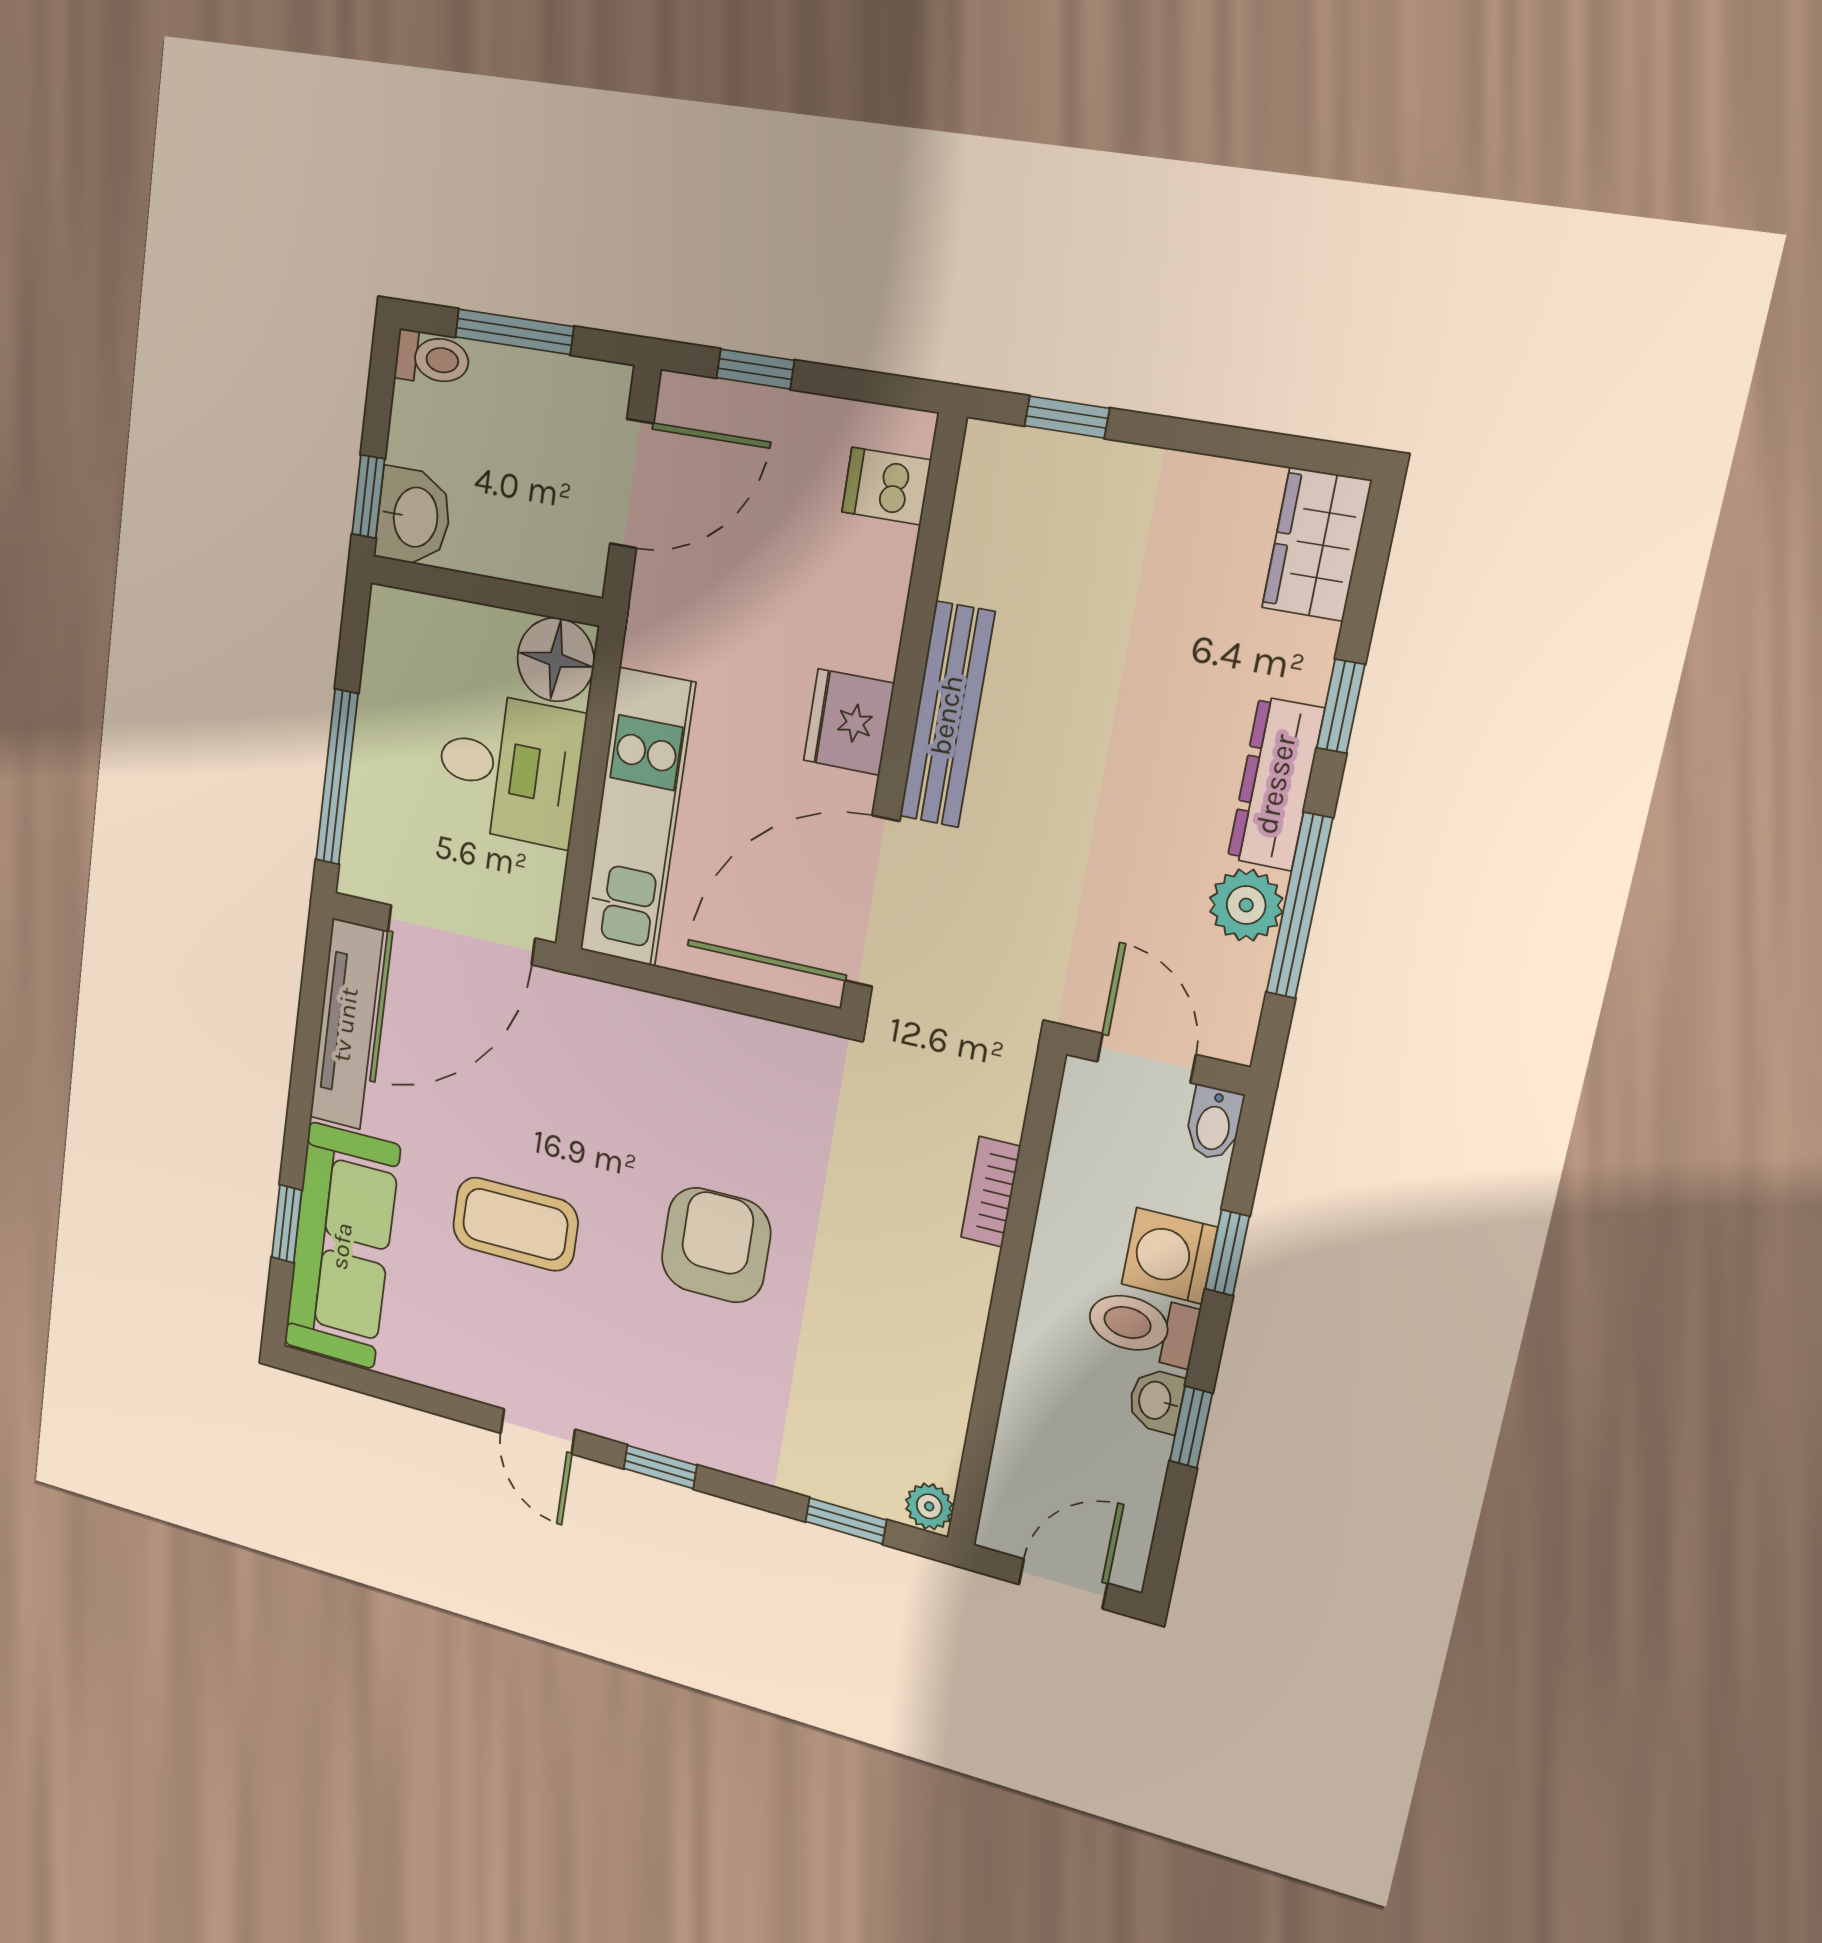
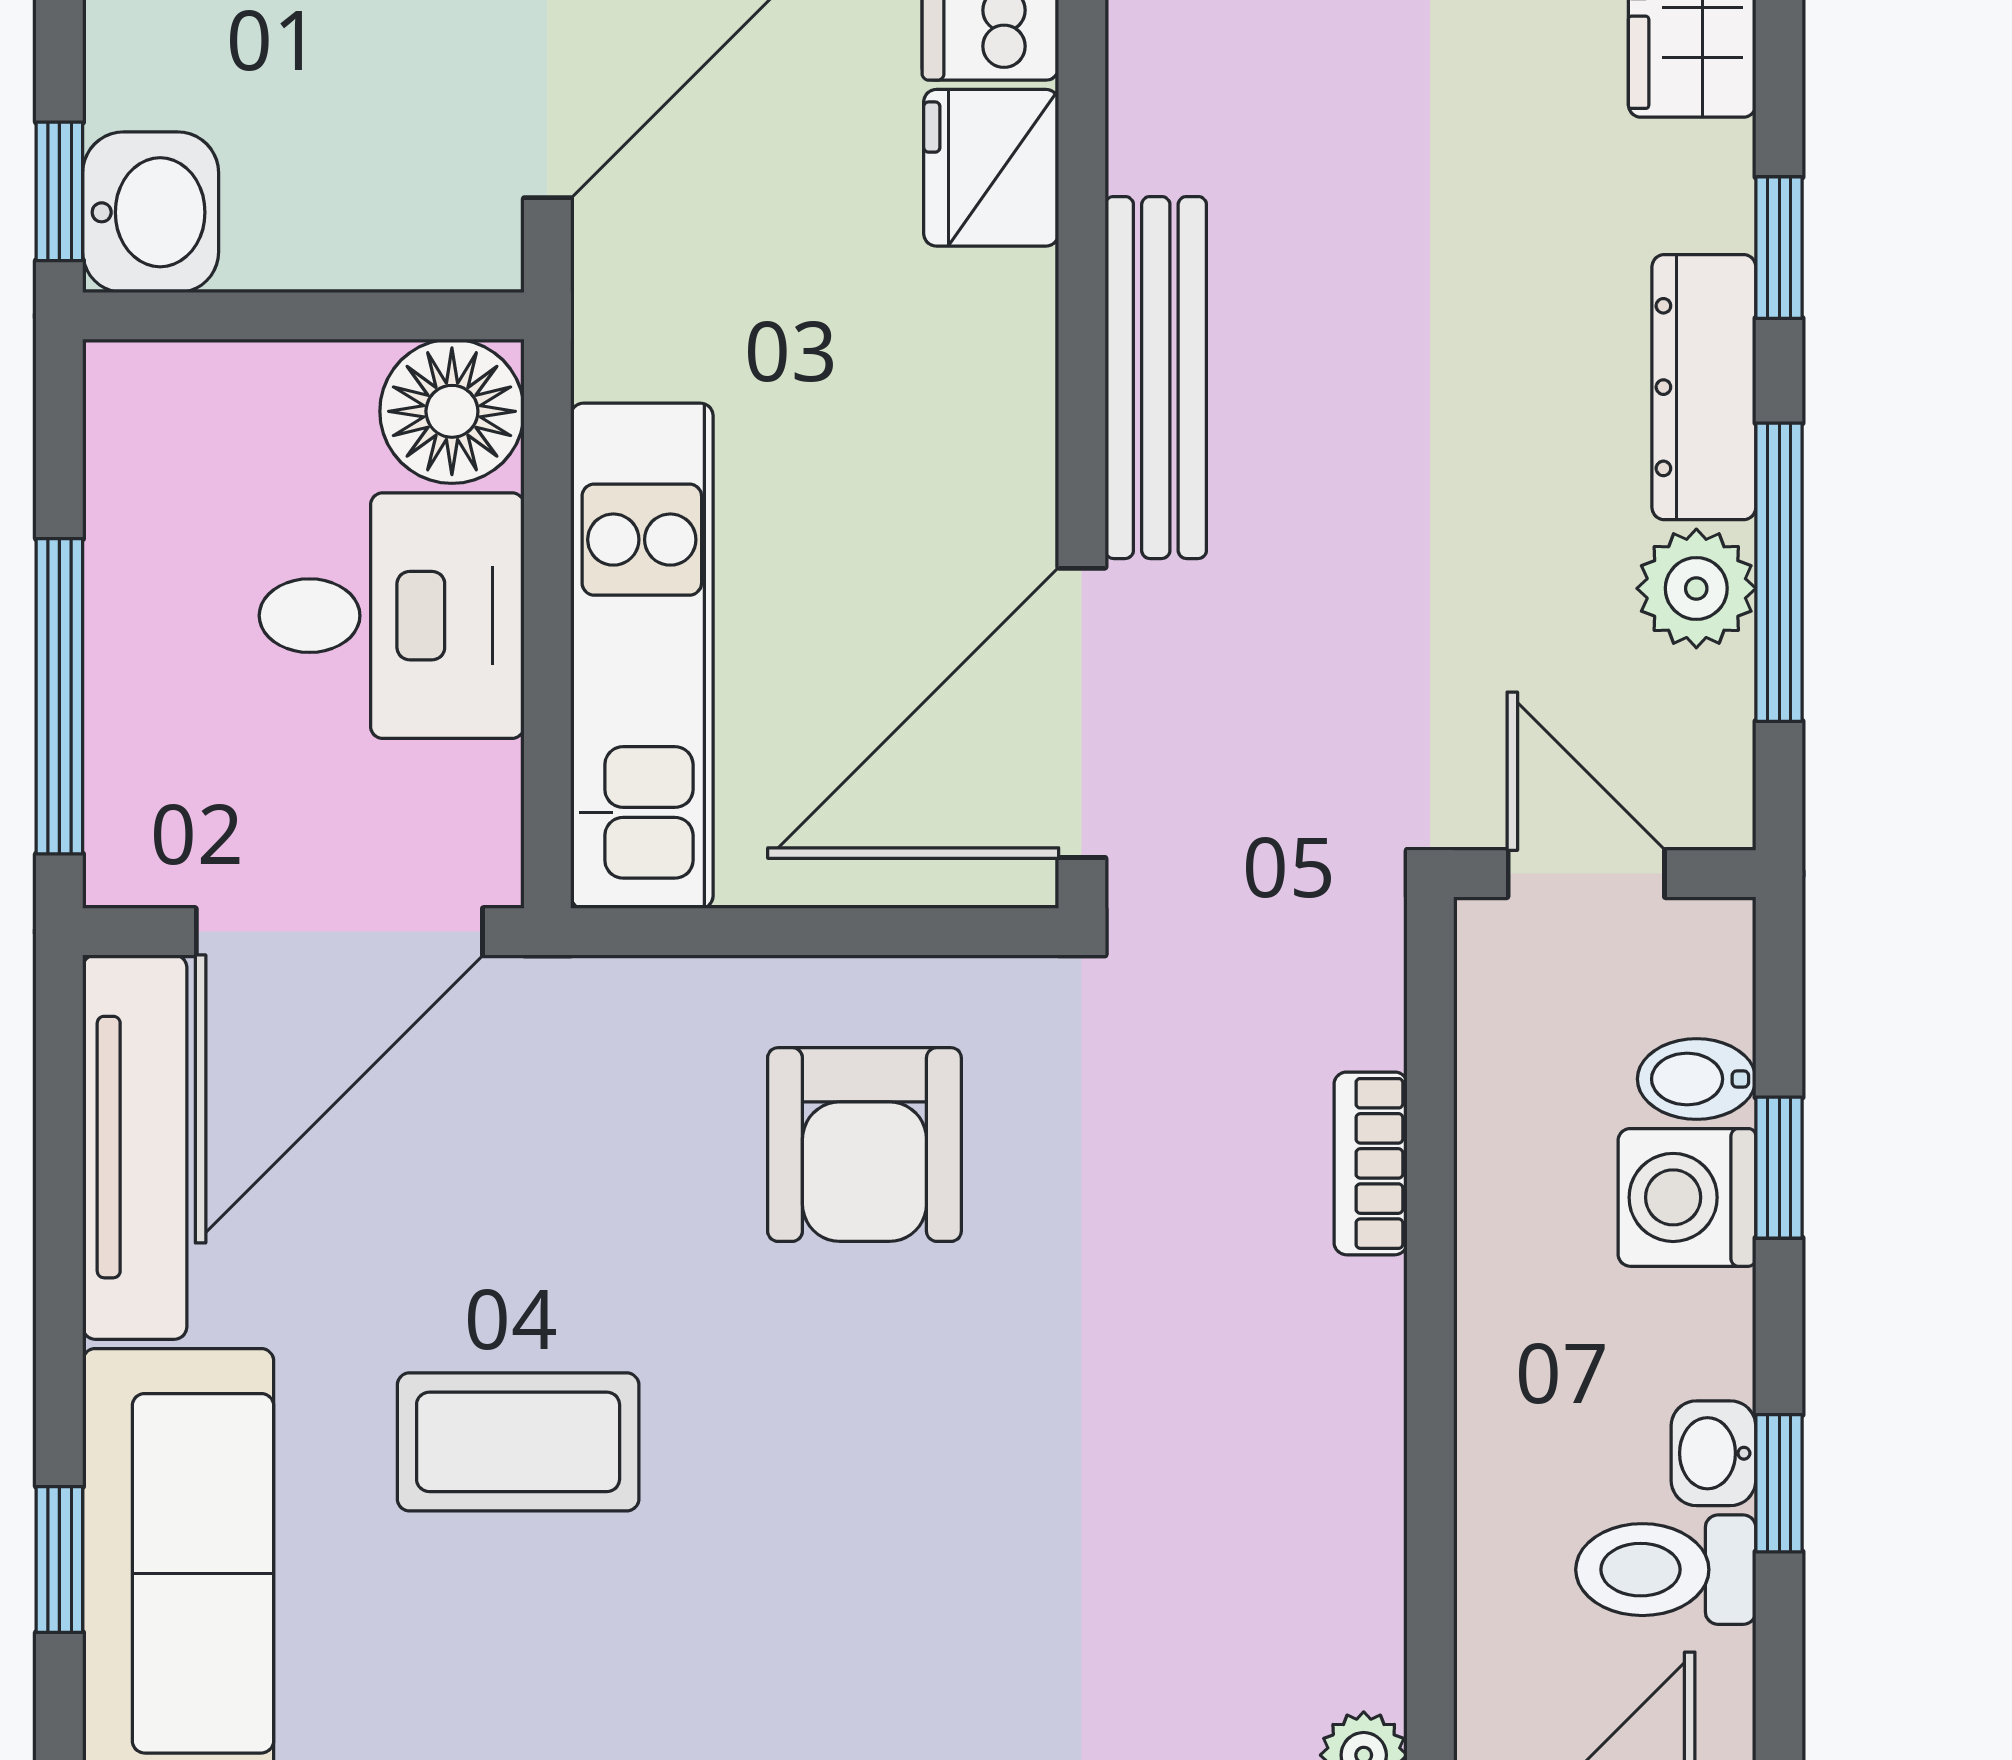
fridge: (849, 722) -> (991, 168), moved
bidet: (1214, 1123) -> (1697, 1079), moved, turned 90
armchair: (716, 1245) -> (864, 1145), moved, turned 180
toilet: (1142, 1326) -> (1666, 1570), moved

